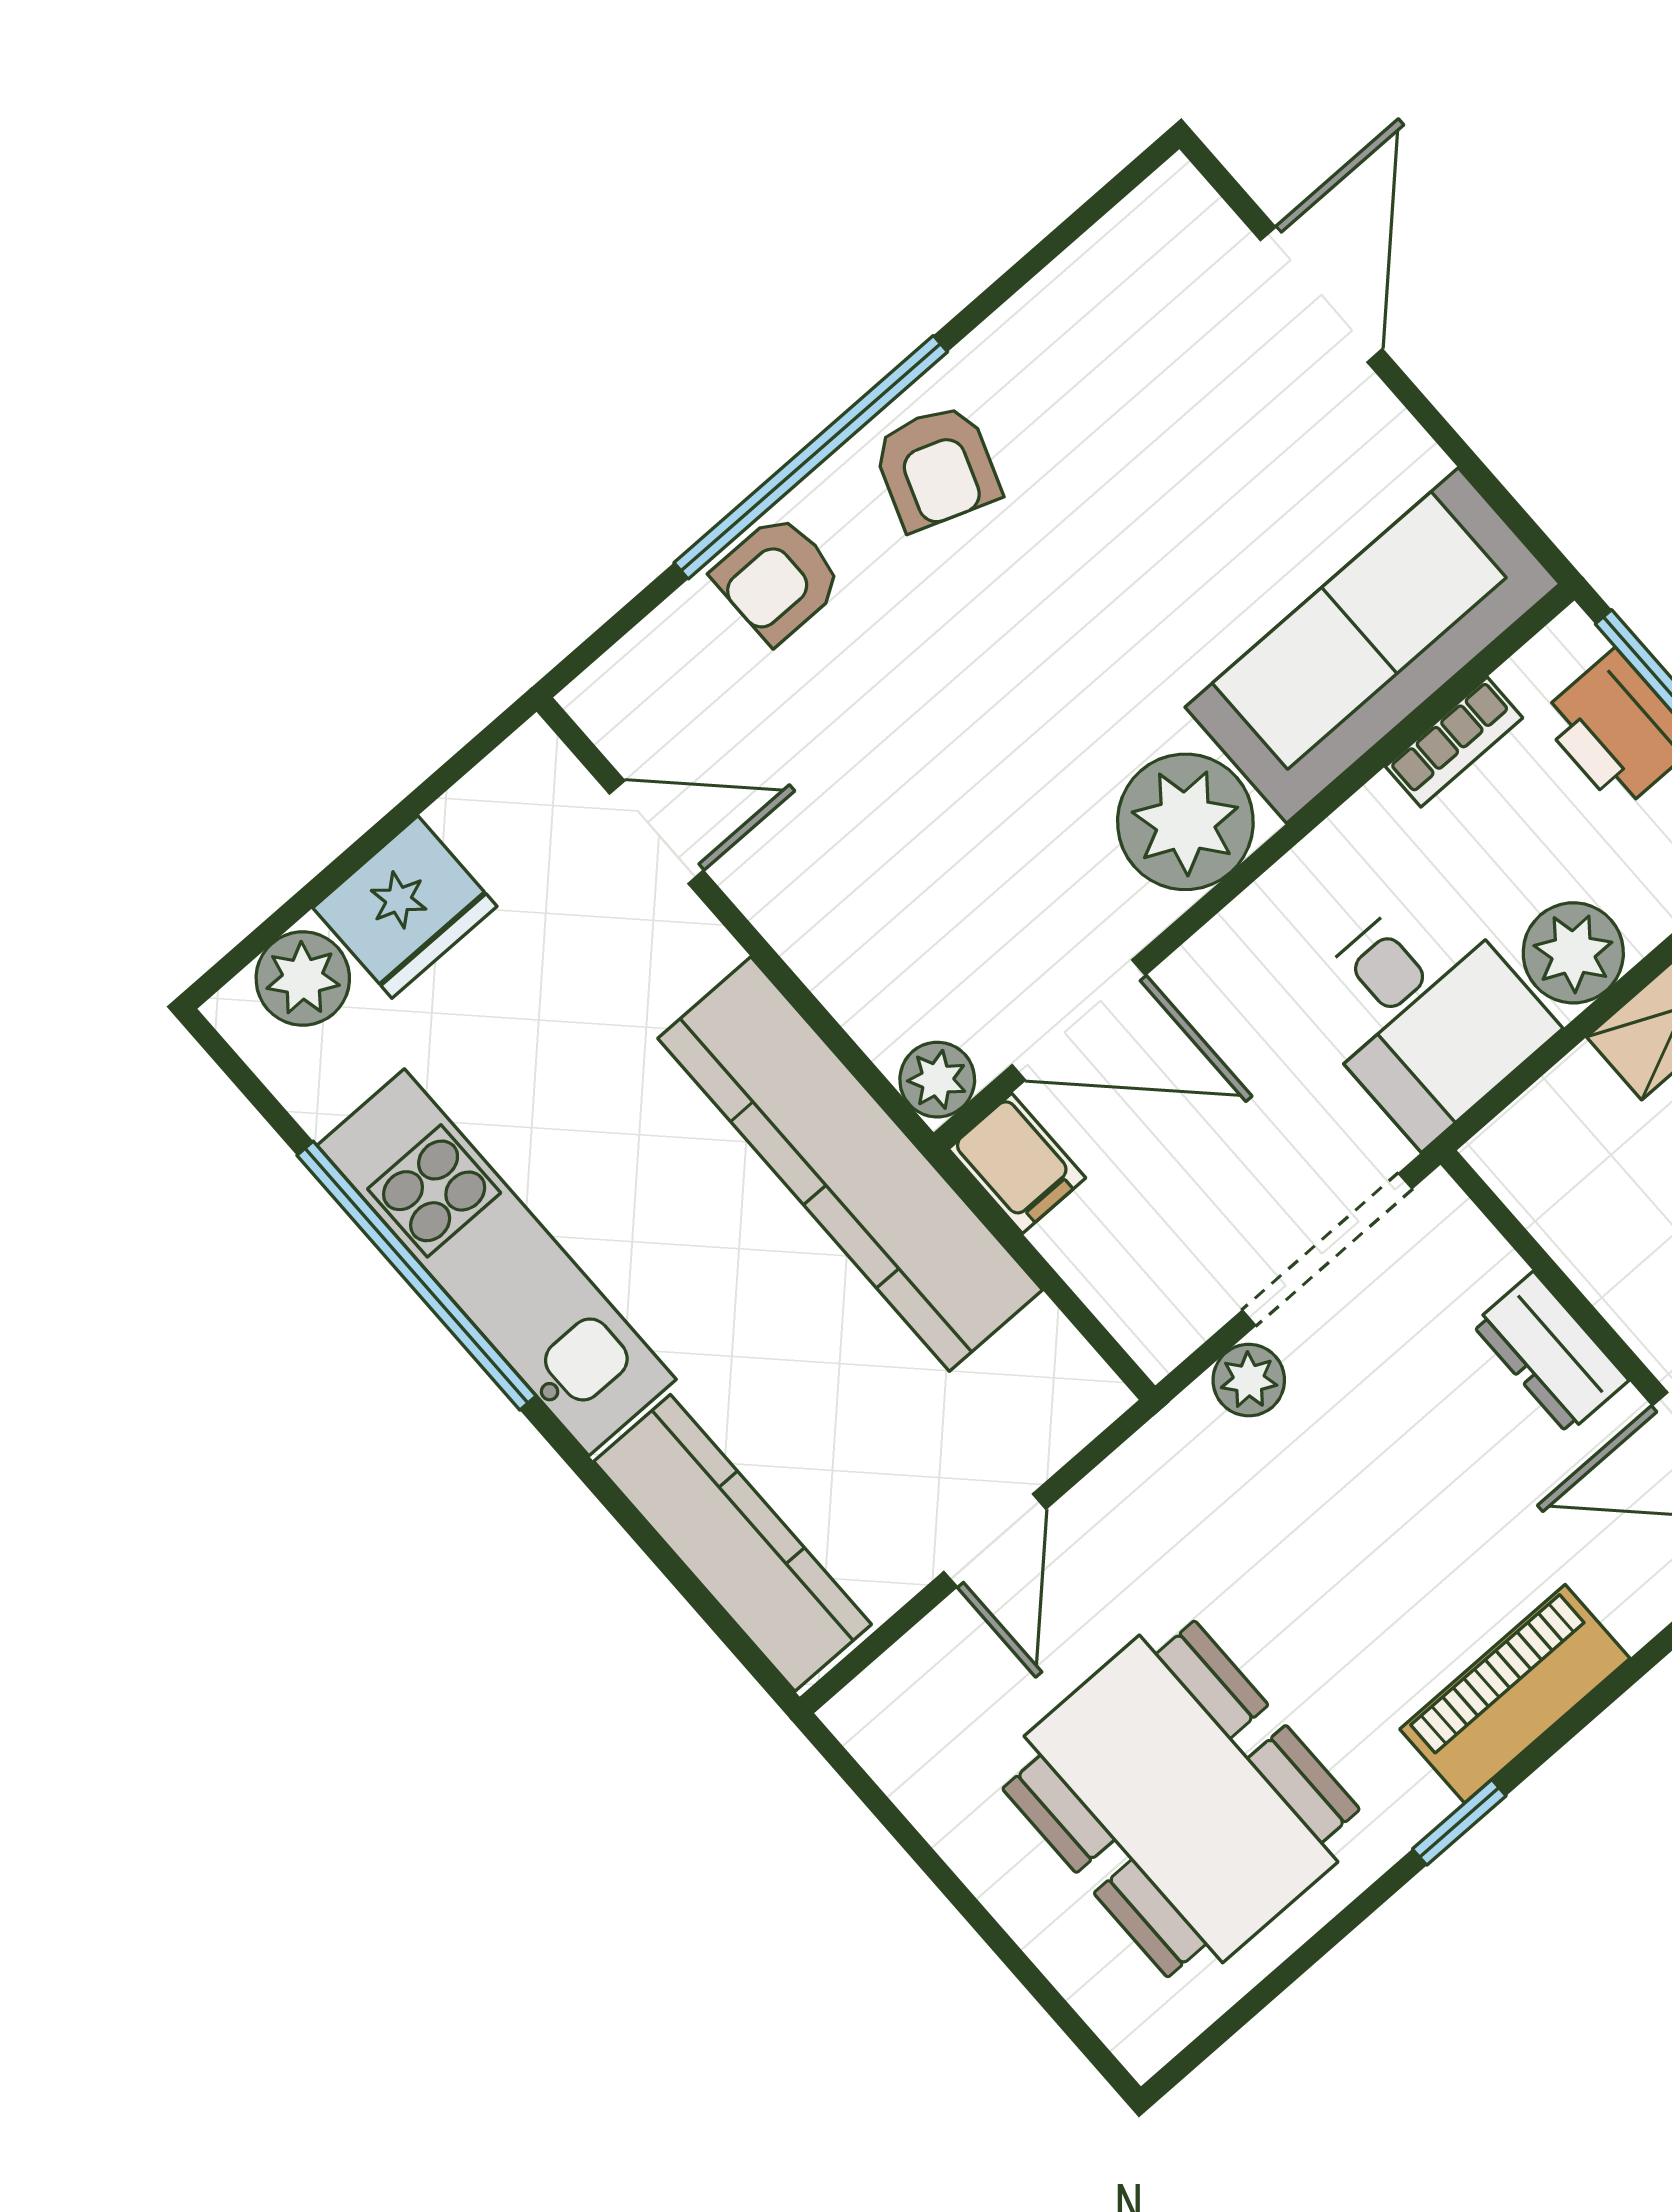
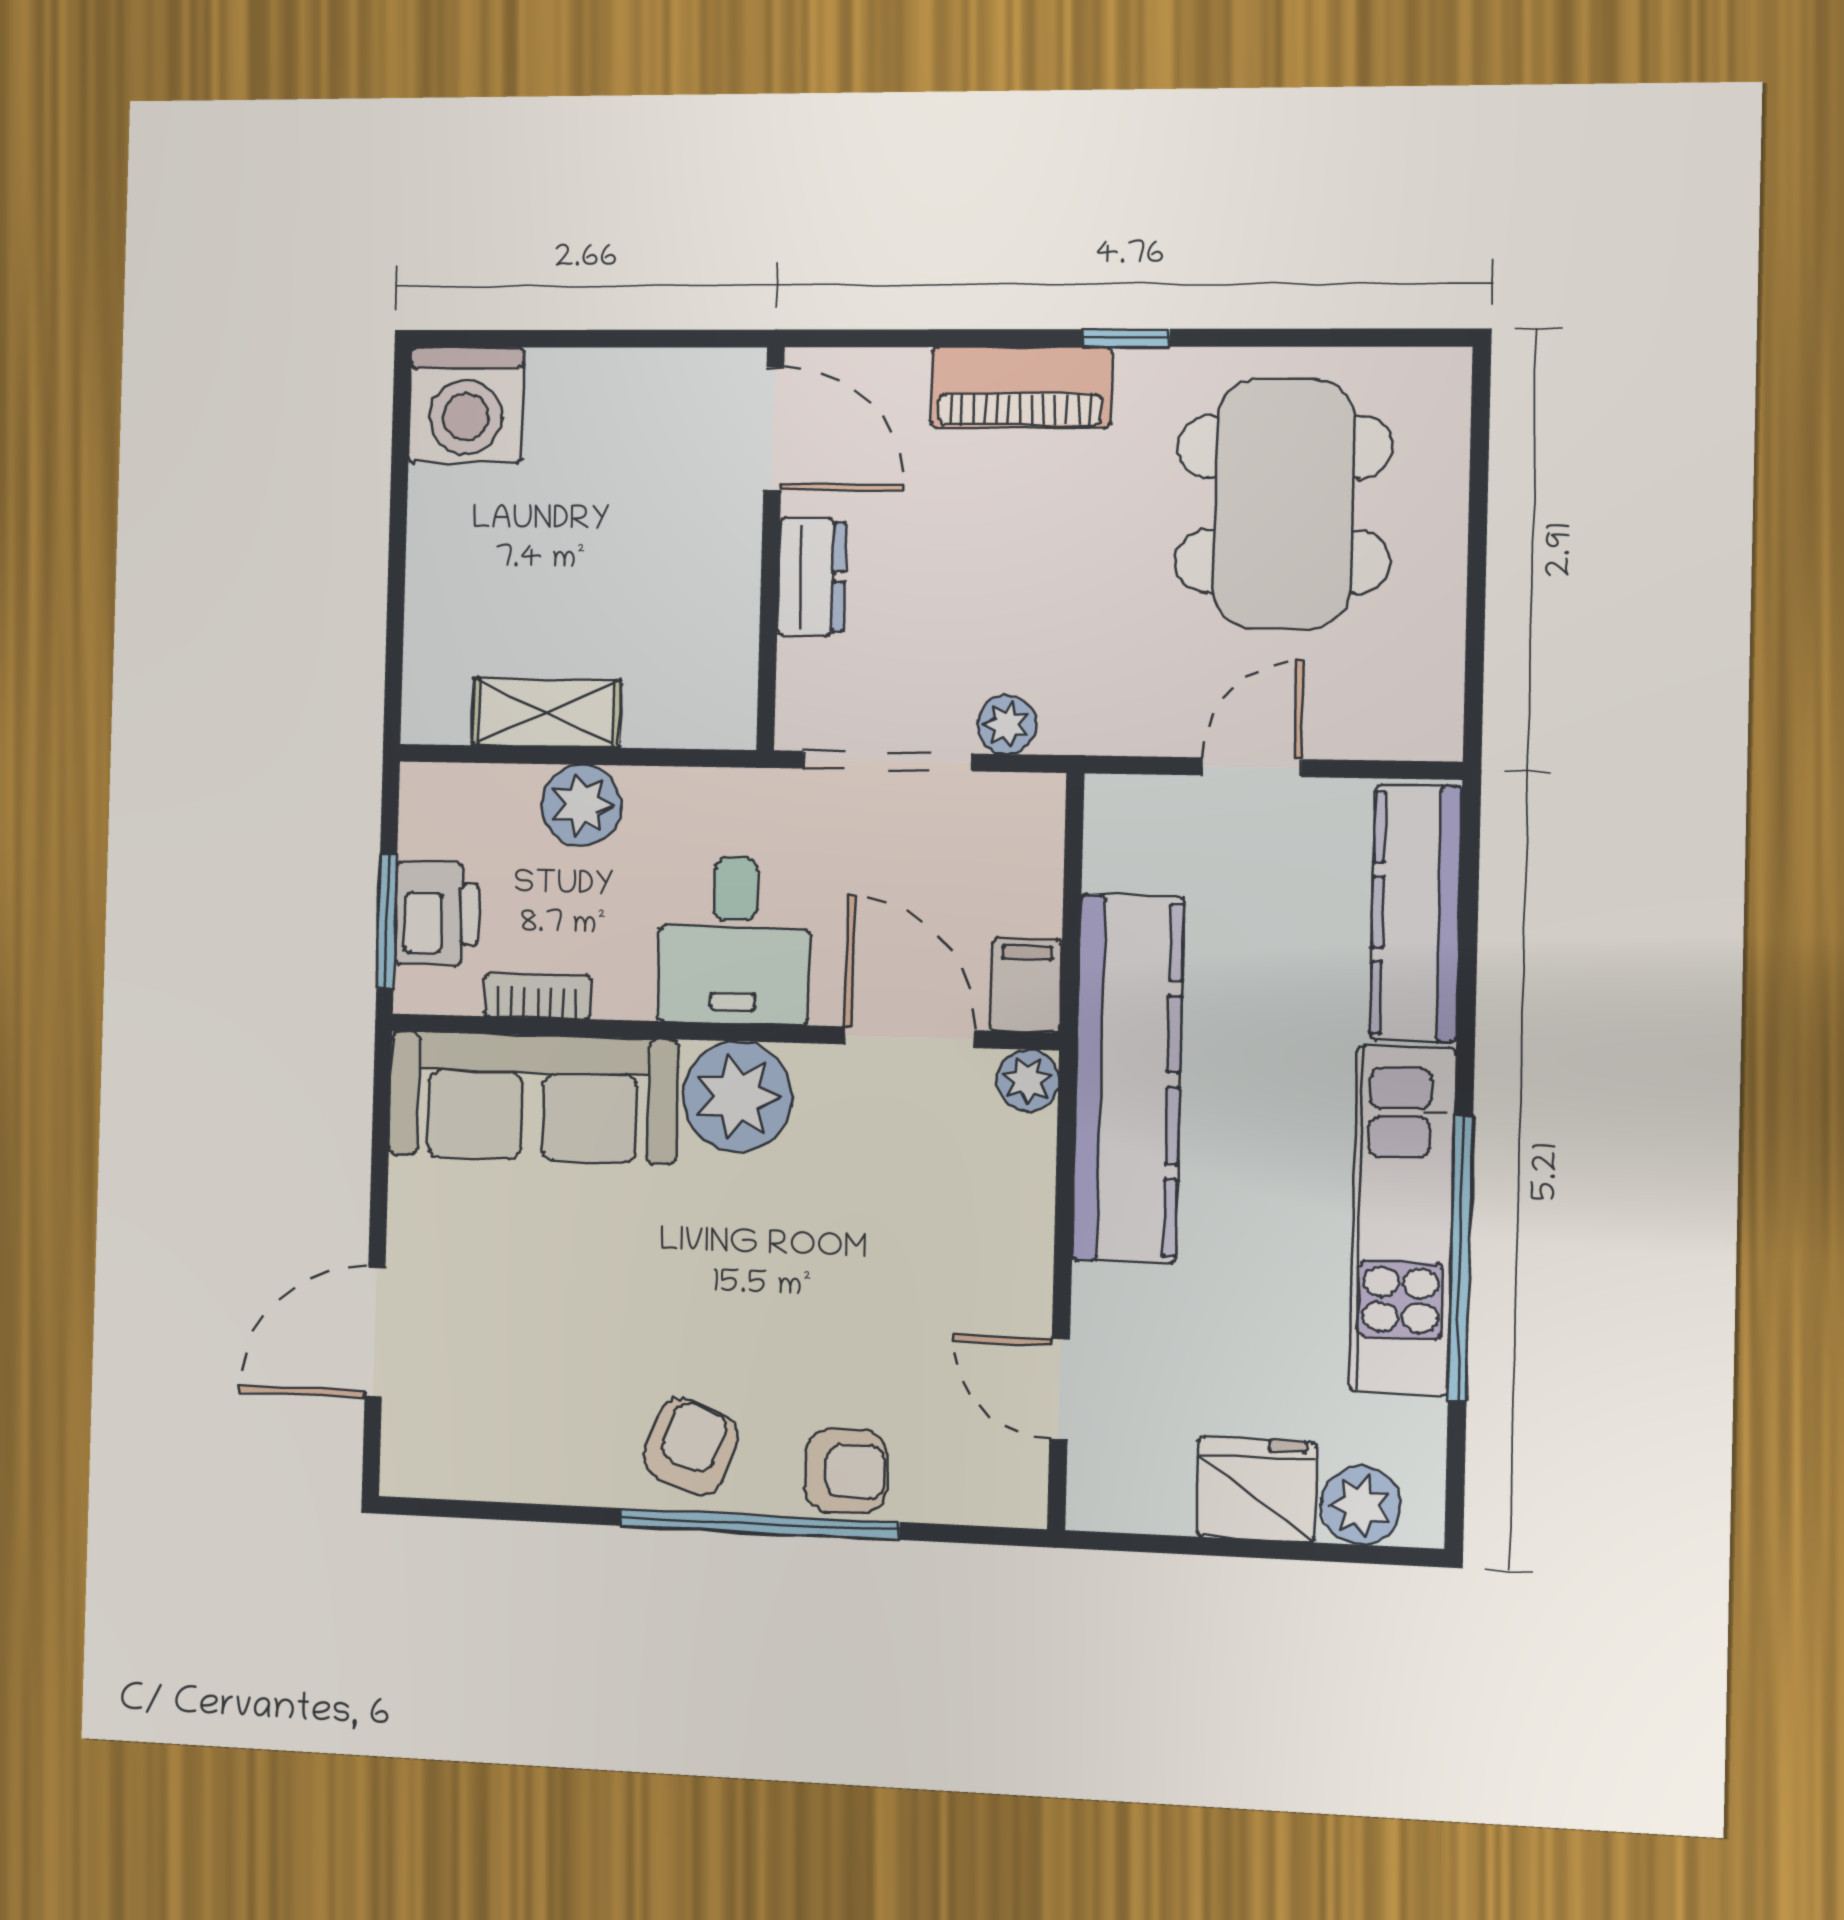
desk: (1425, 1014) -> (734, 941), moved, turned 180

